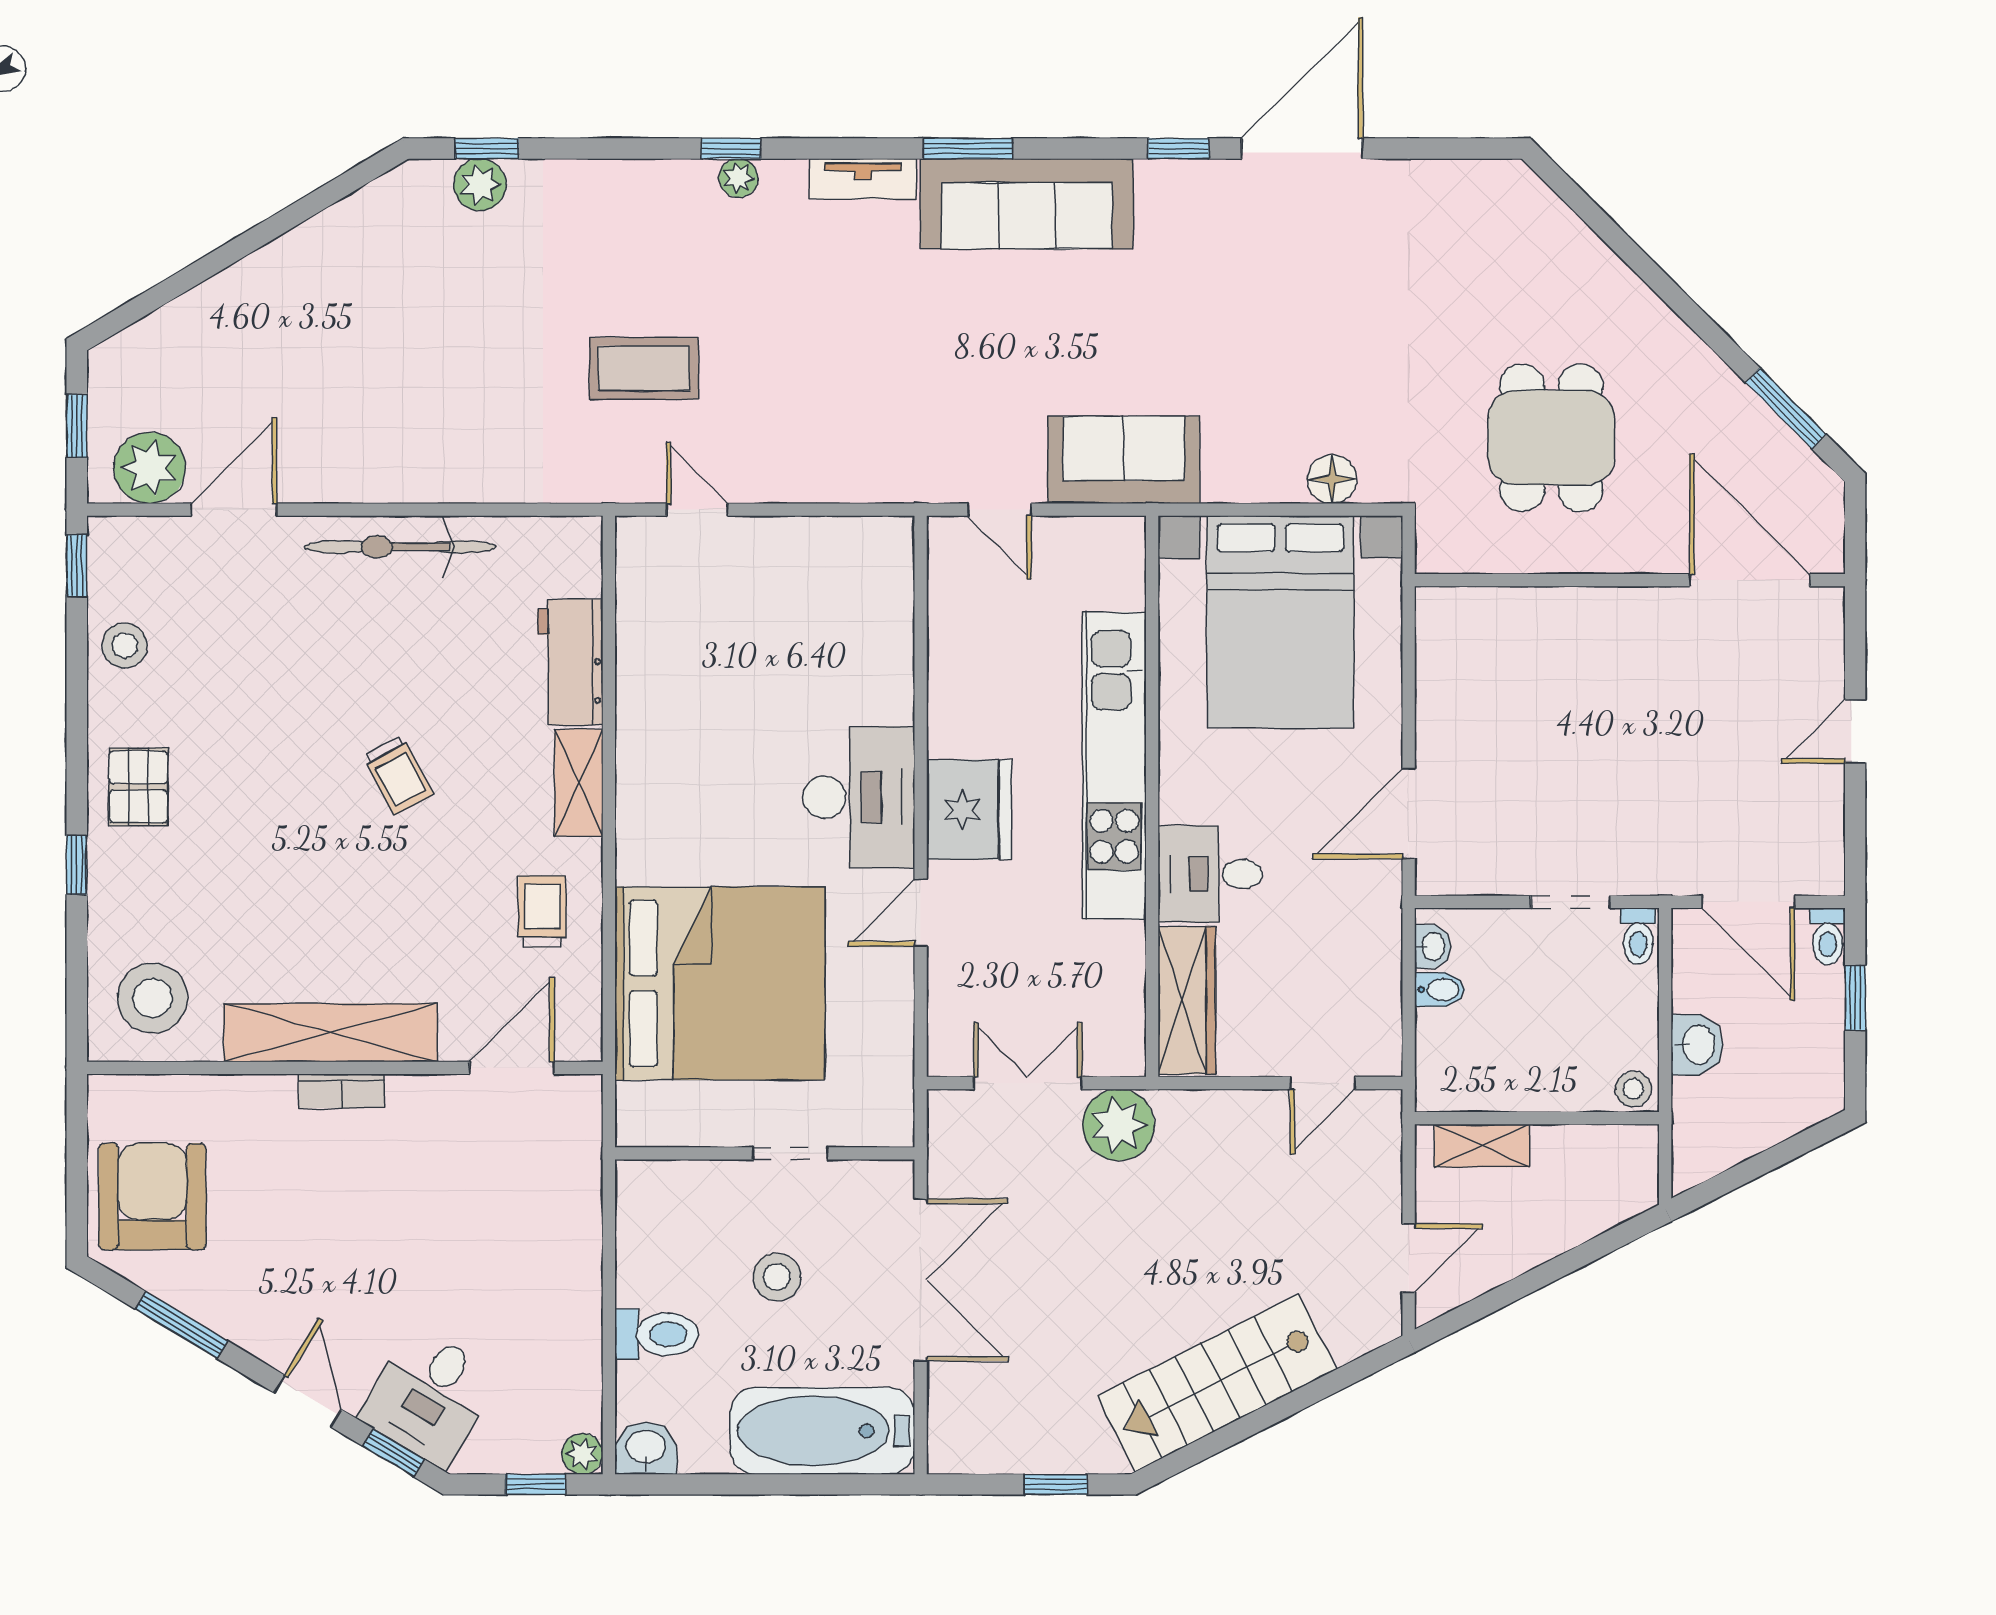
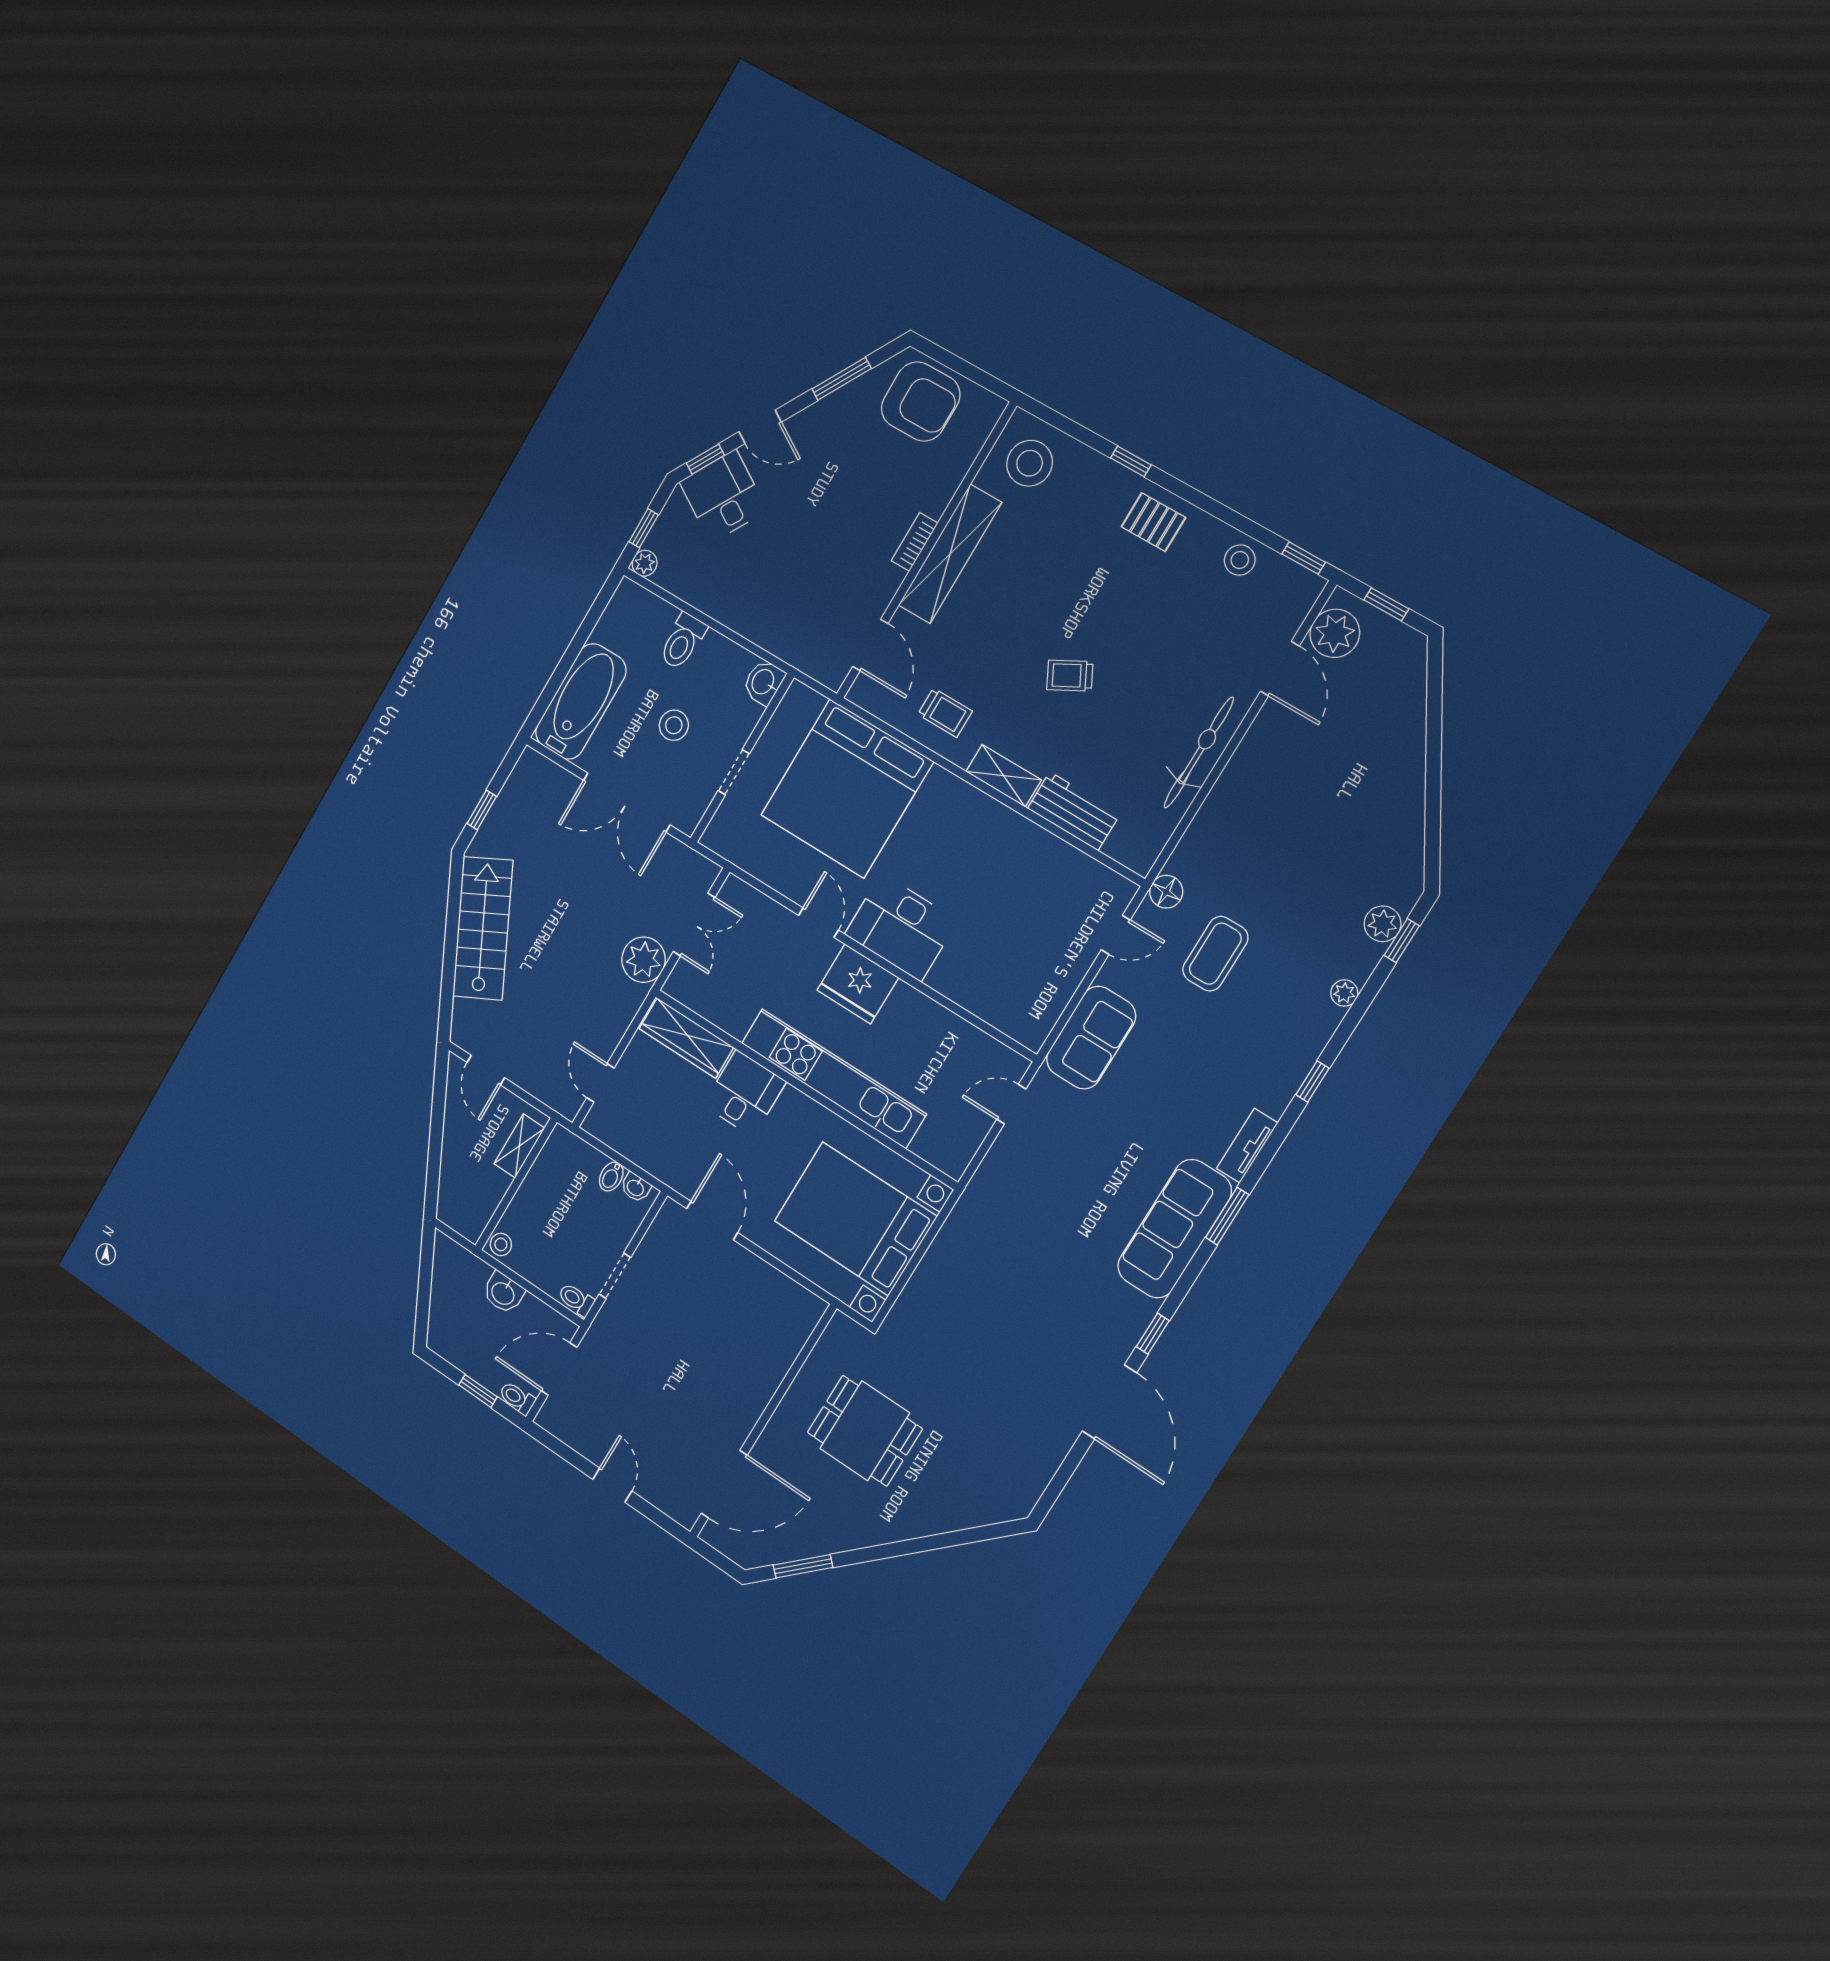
plant: (738, 178) -> (1344, 993), moved
sofa: (1124, 460) -> (1091, 1038), moved
floor lamp: (1332, 479) -> (1166, 892), moved
washbasin: (646, 1448) -> (764, 682), moved, turned 180

